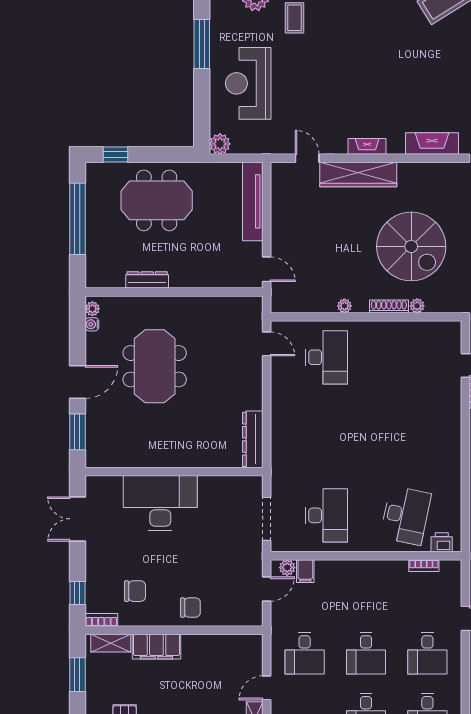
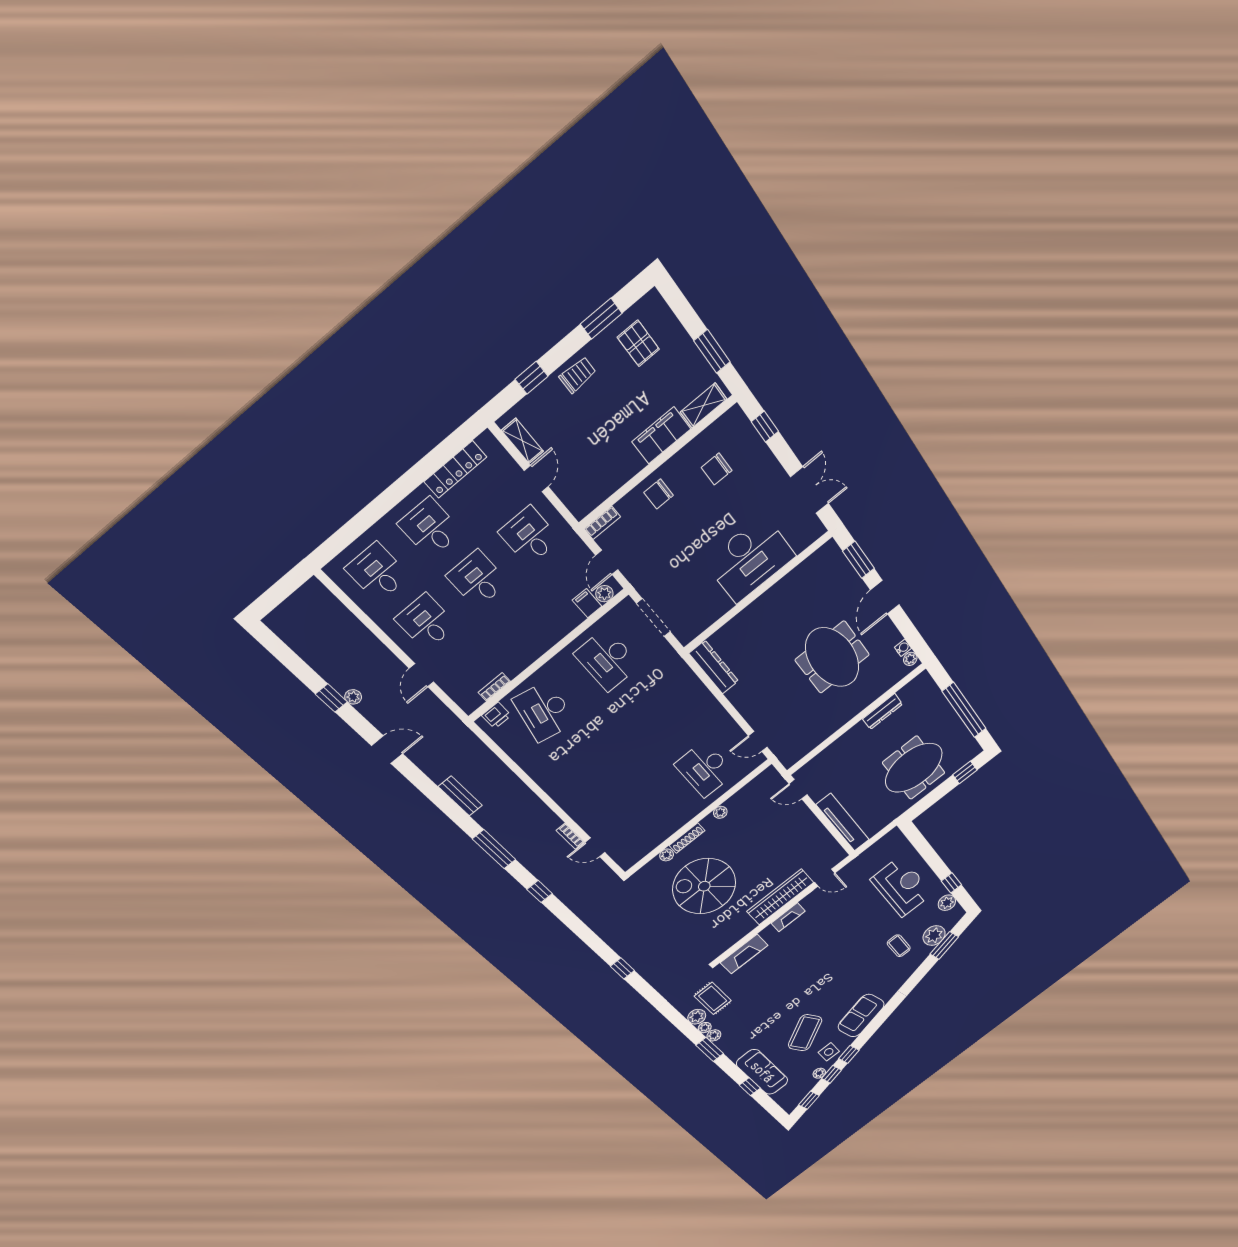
window: (202, 44) -> (951, 883), width x0.46
plant: (220, 144) -> (947, 903), moved
bookcase: (101, 620) -> (602, 523), moved

